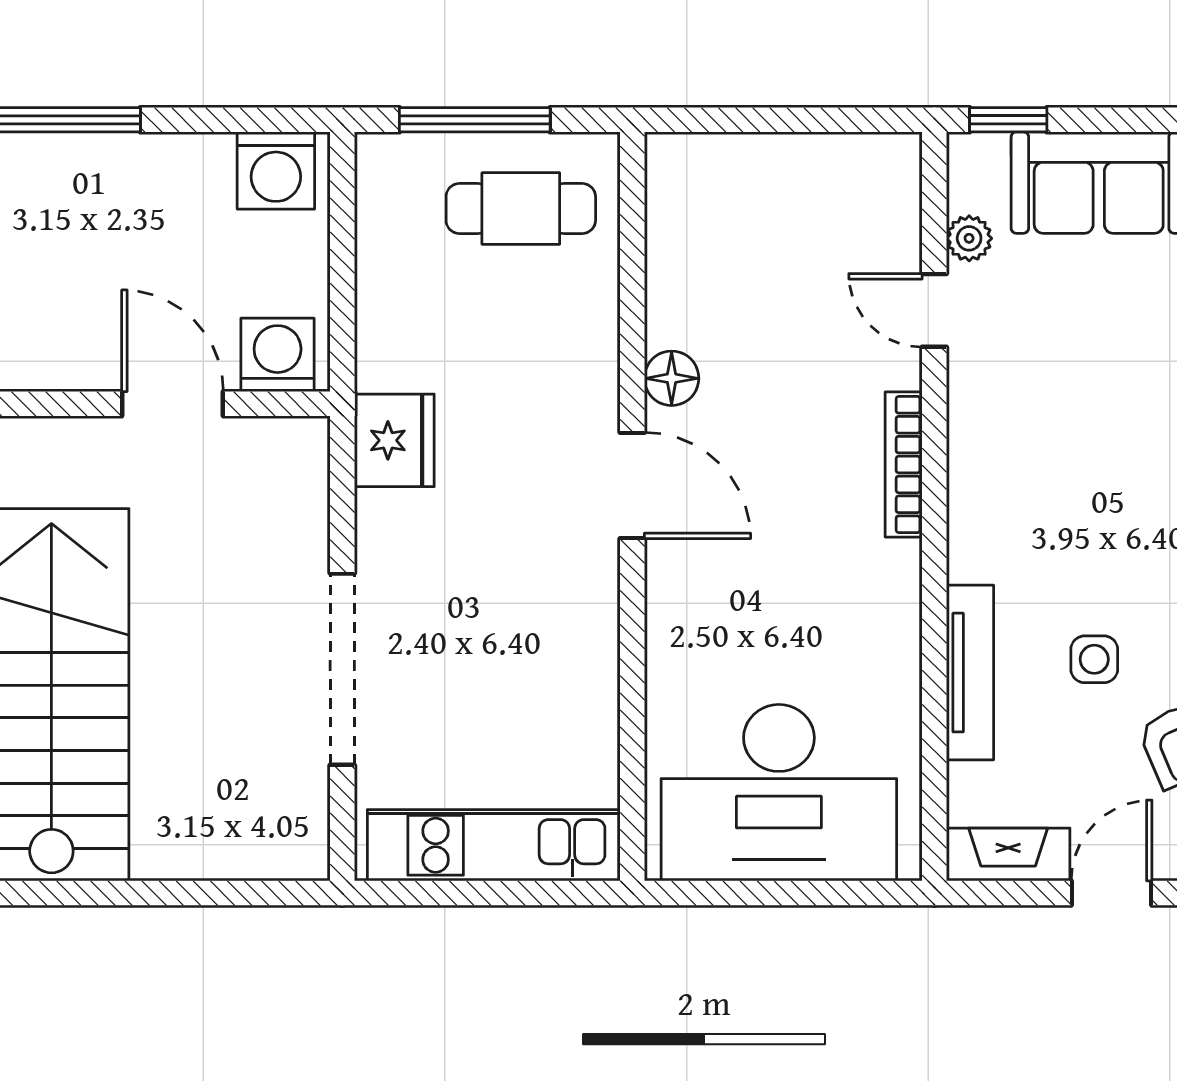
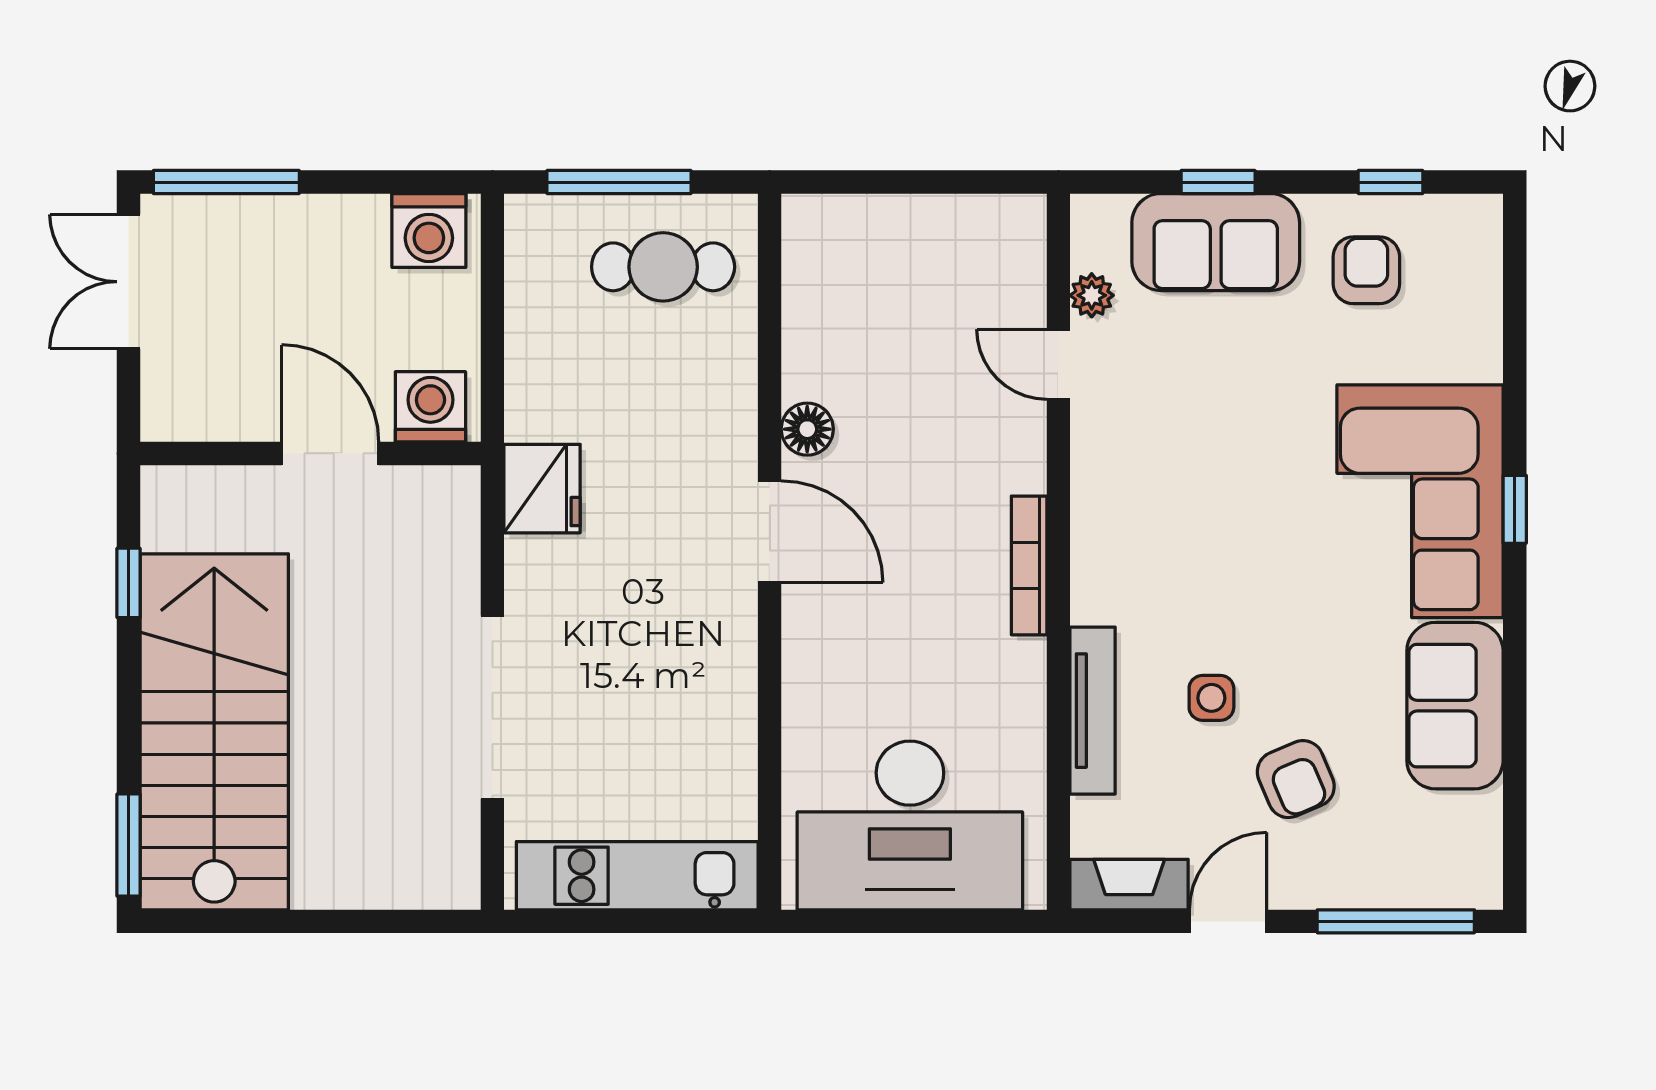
window: (1008, 120) -> (1218, 182), moved
bookcase: (904, 465) -> (1029, 565), moved

